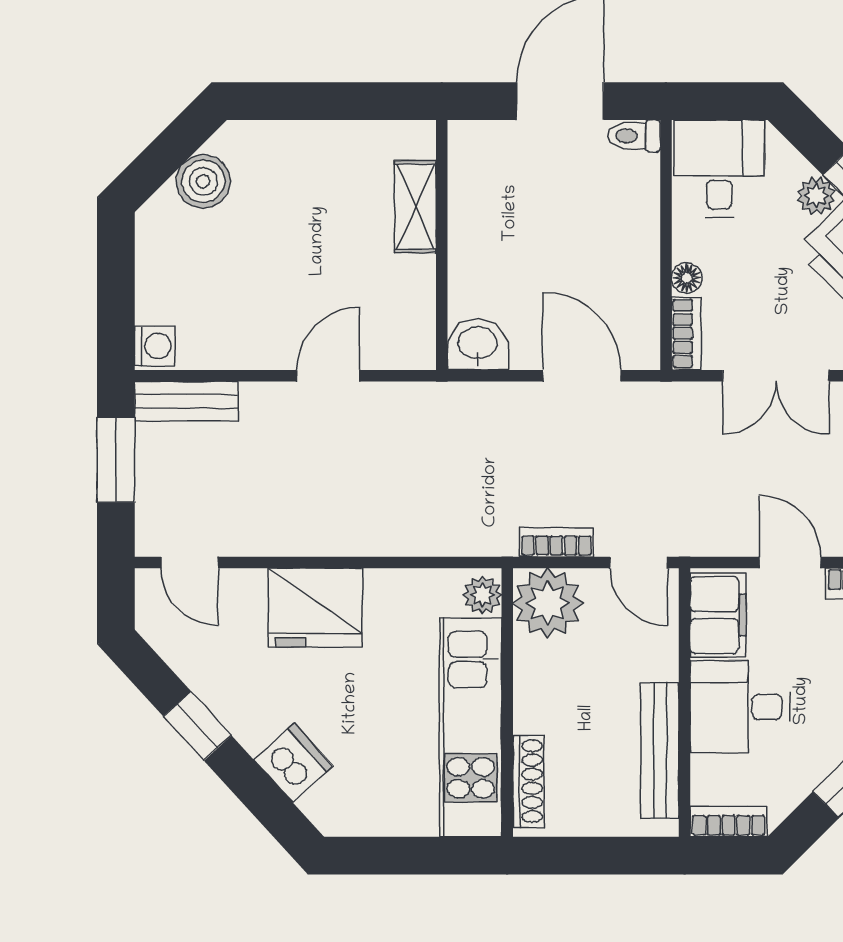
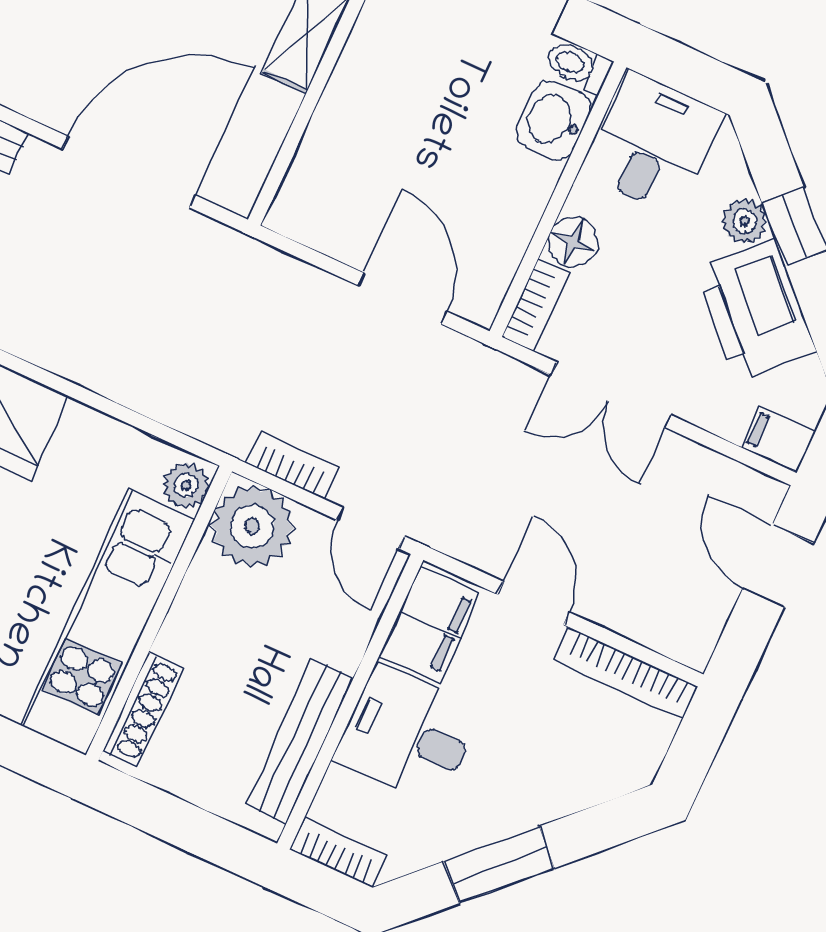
floor lamp: (687, 278) -> (573, 242), width x1.37, depth x1.37
washbasin: (478, 344) -> (553, 120), moved, turned -90
door: (328, 376) -> (129, 172), width x1.88

